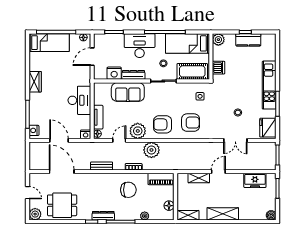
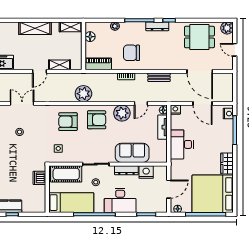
plant: (218, 40) -> (39, 207), removed
bed: (49, 43) -> (213, 194), width x2.04
plant: (151, 150) -> (83, 94), moved

